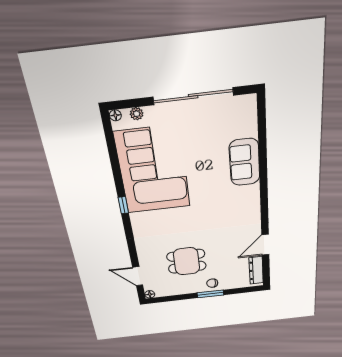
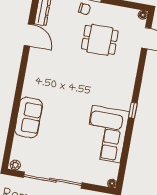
plant: (137, 114) -> (15, 165), moved
corner sofa: (153, 170) -> (106, 134), width x0.73, depth x0.74
door: (265, 245) -> (29, 35), hinge flipped

